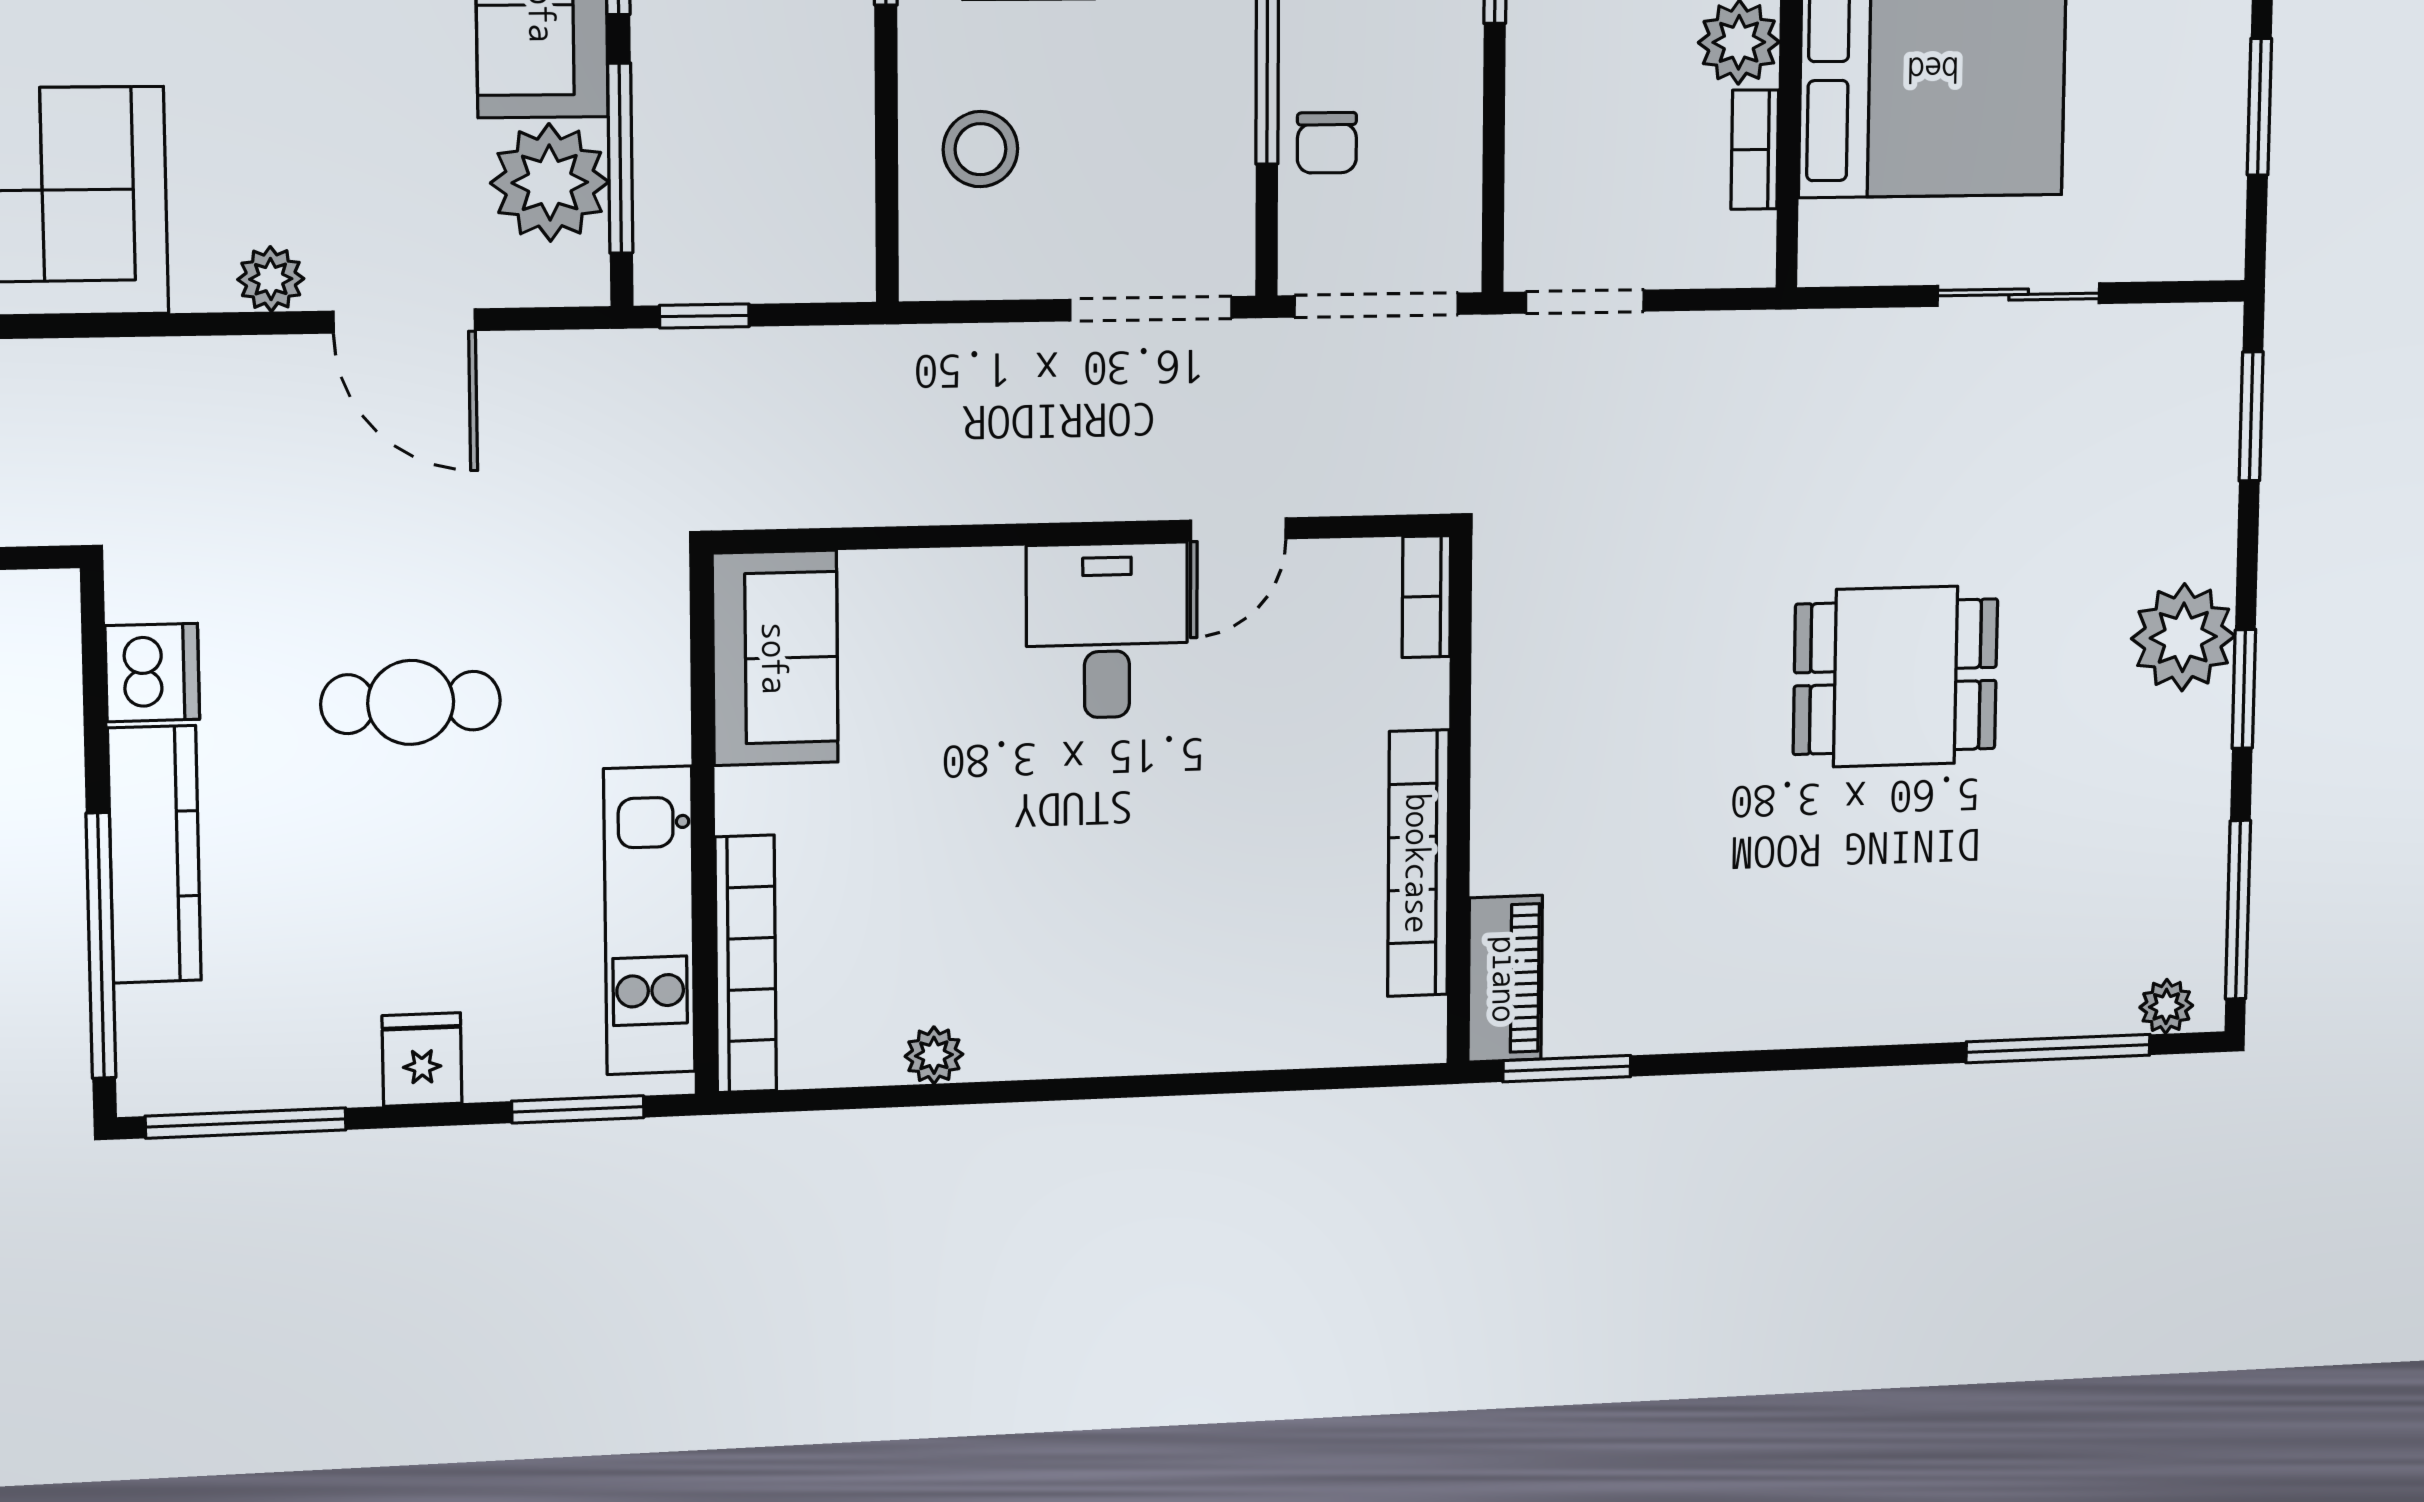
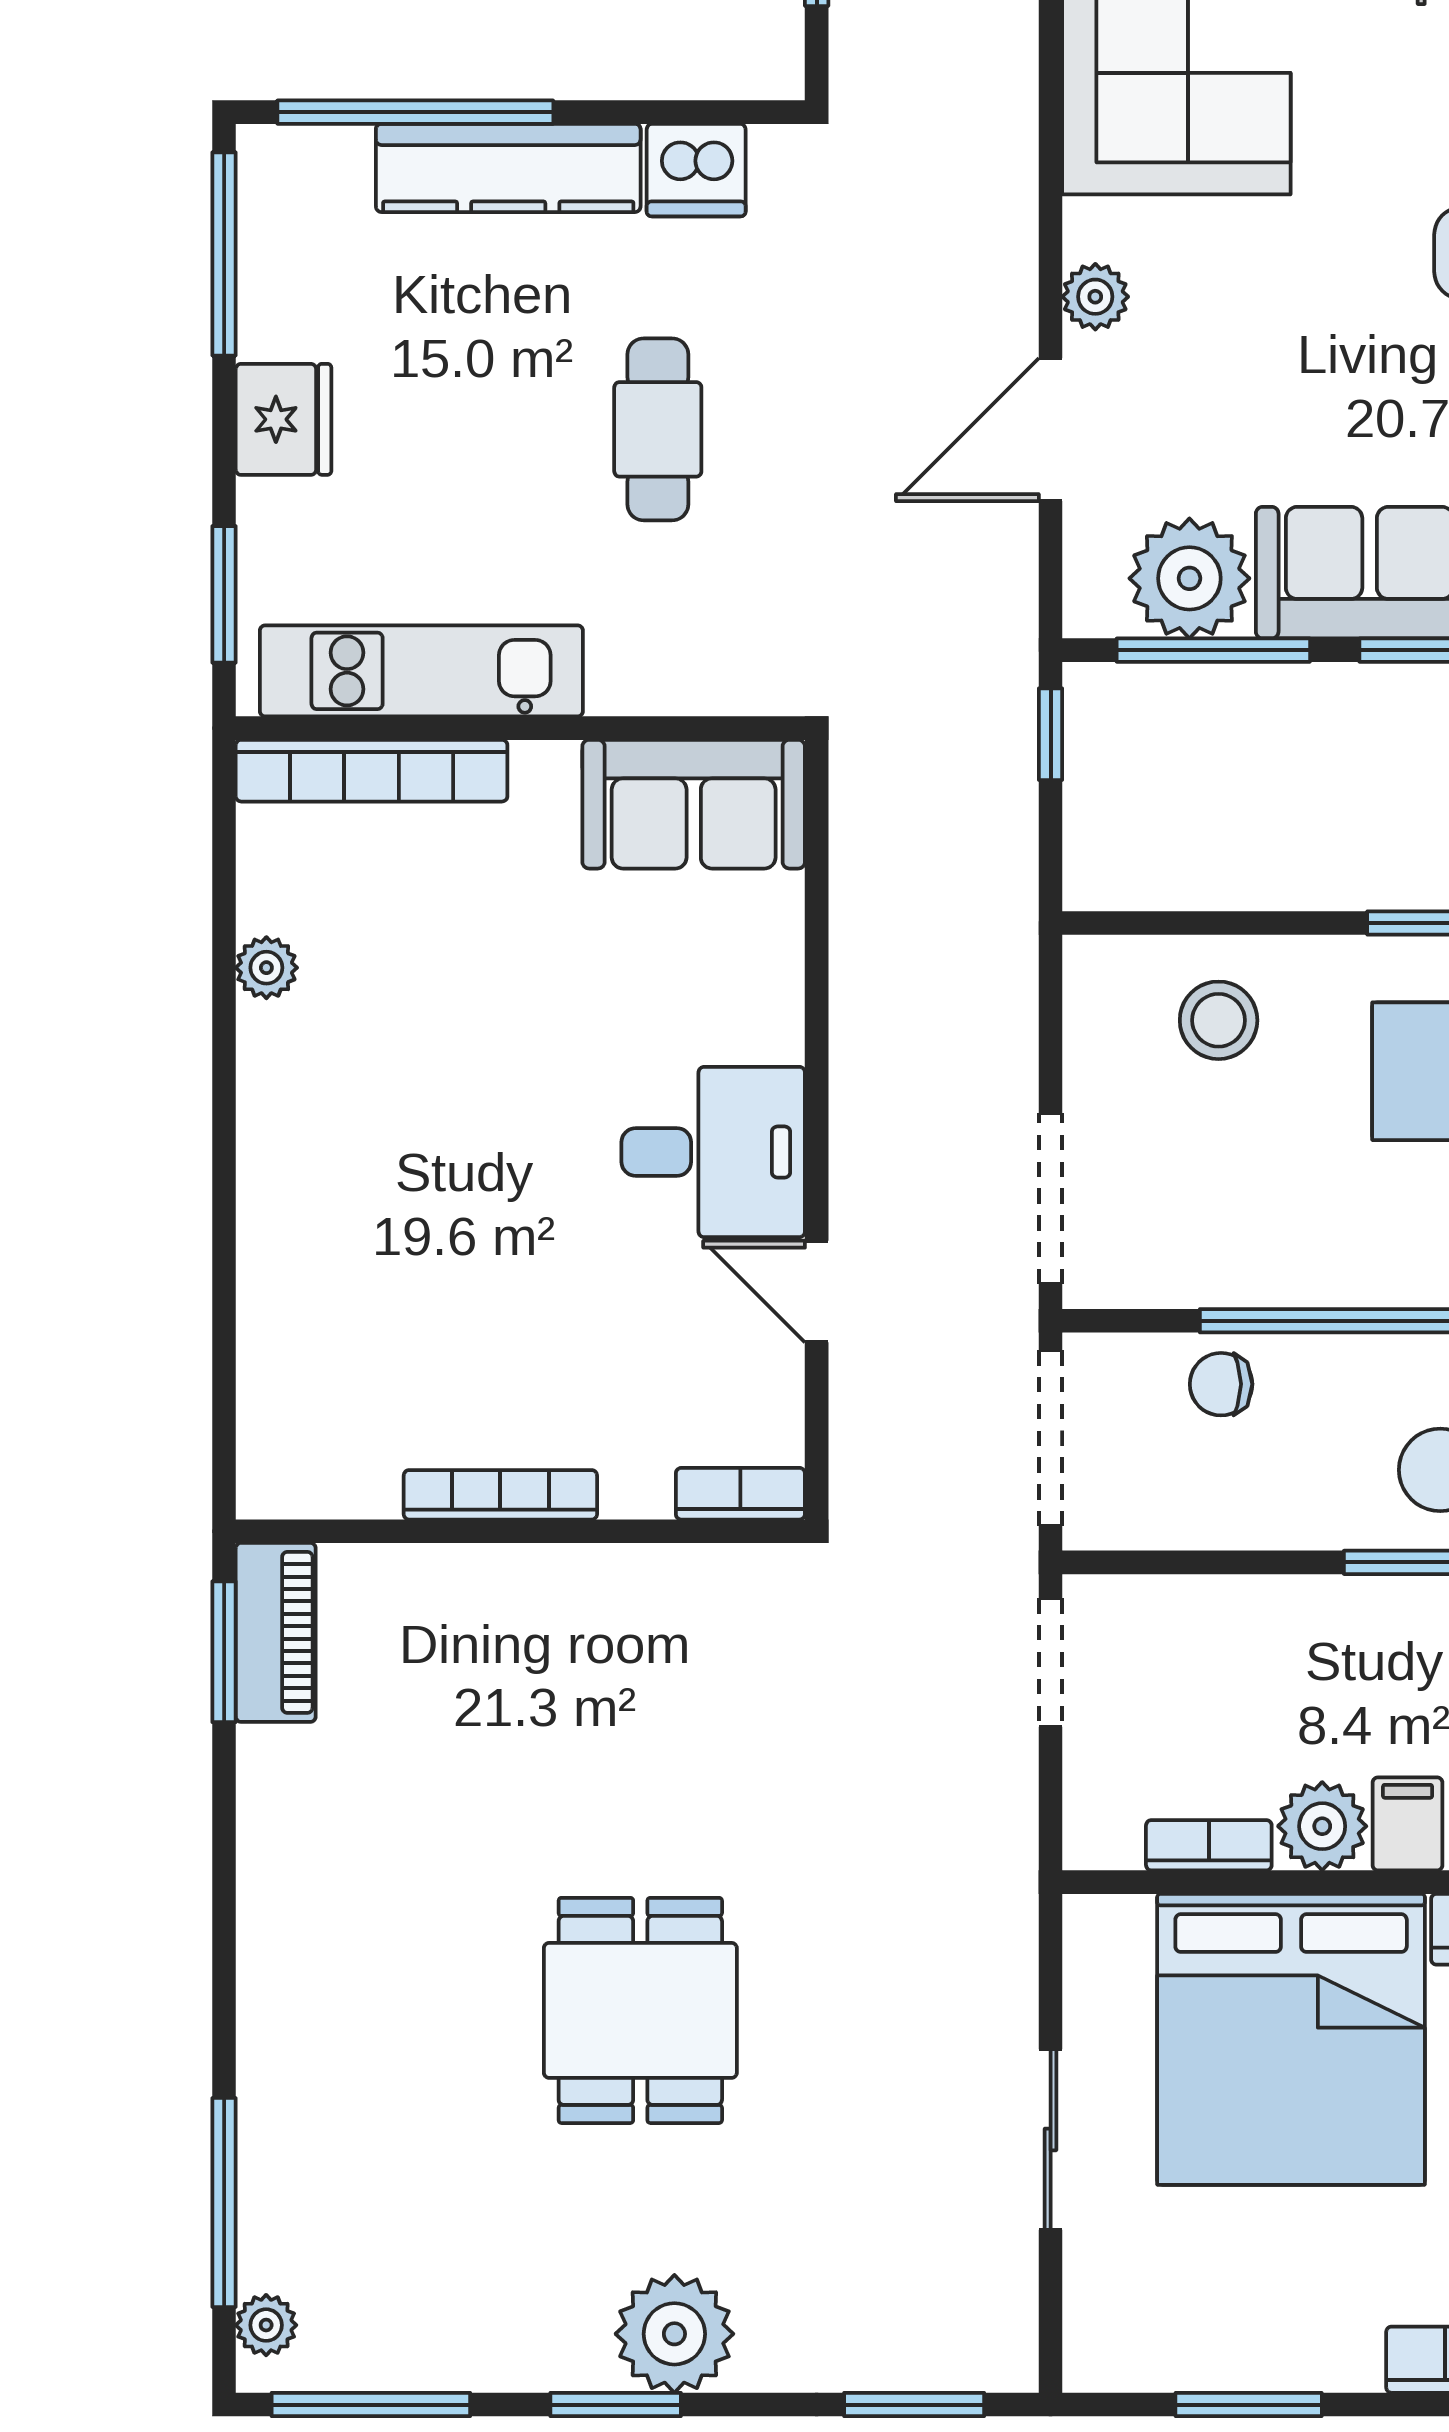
bookcase: (1418, 863) -> (500, 1495), width x0.68, depth x0.76
piano: (1505, 979) -> (276, 1632), moved, turned -90
fridge: (422, 1059) -> (284, 419), width x1.38

